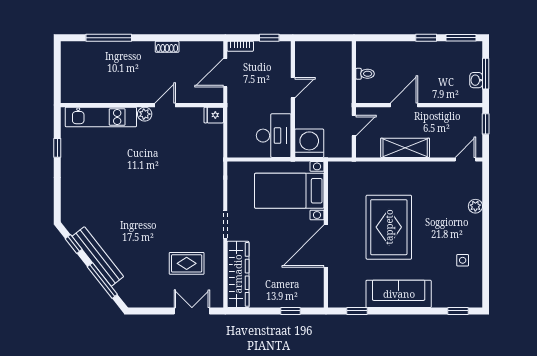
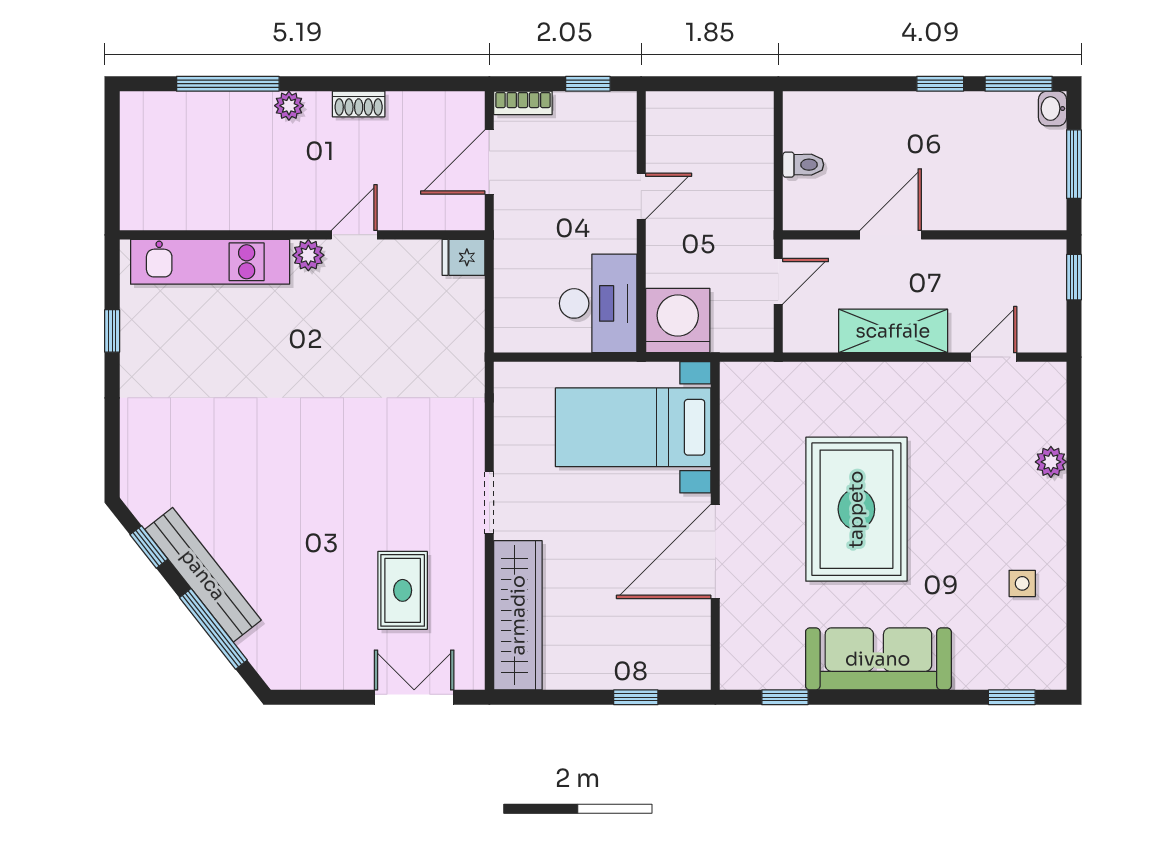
plant: (136, 47) -> (289, 106), added
washbasin: (476, 80) -> (1052, 109), moved
door: (465, 159) -> (994, 357), moved
rug: (187, 263) -> (403, 590), turned 90

